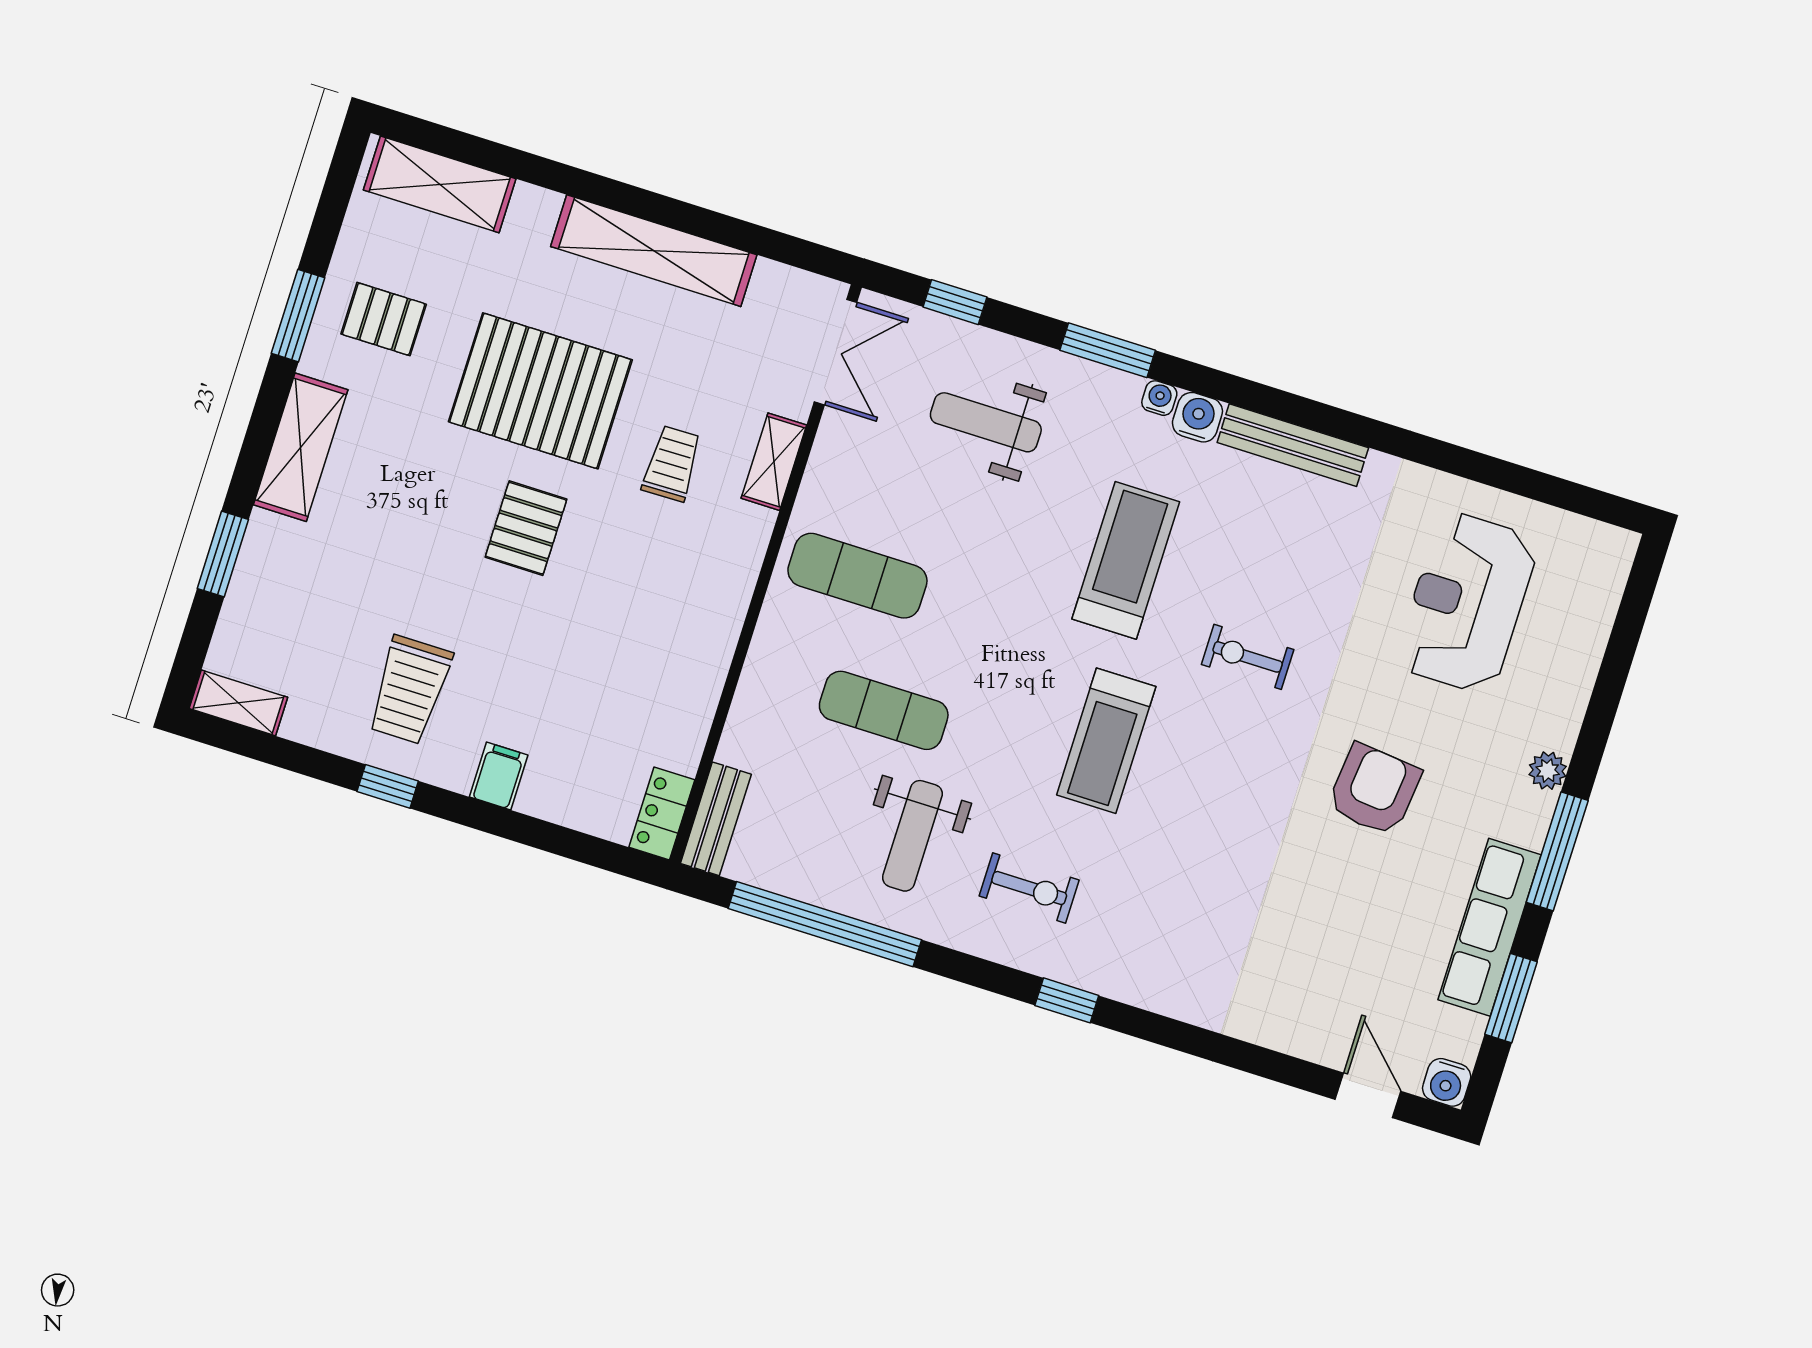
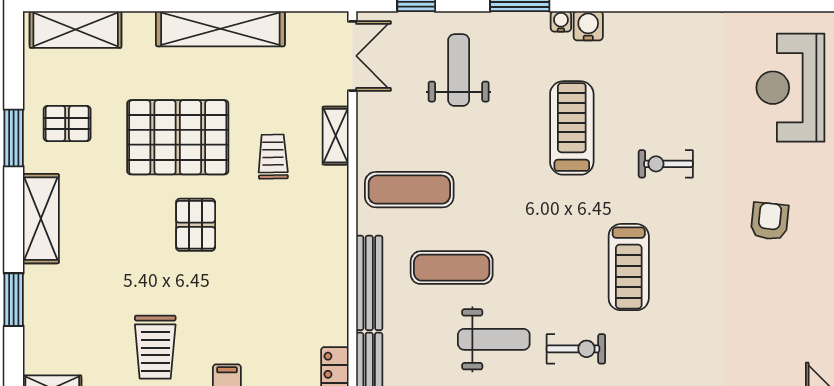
weight bench: (986, 422) -> (459, 70), turned 90
bench: (1293, 445) -> (369, 283), moved, turned 90
treadmill: (1106, 741) -> (629, 267), moved
armchair: (1374, 790) -> (770, 221), width x0.72, depth x0.72
weight bench: (912, 836) -> (494, 339), turned -90

